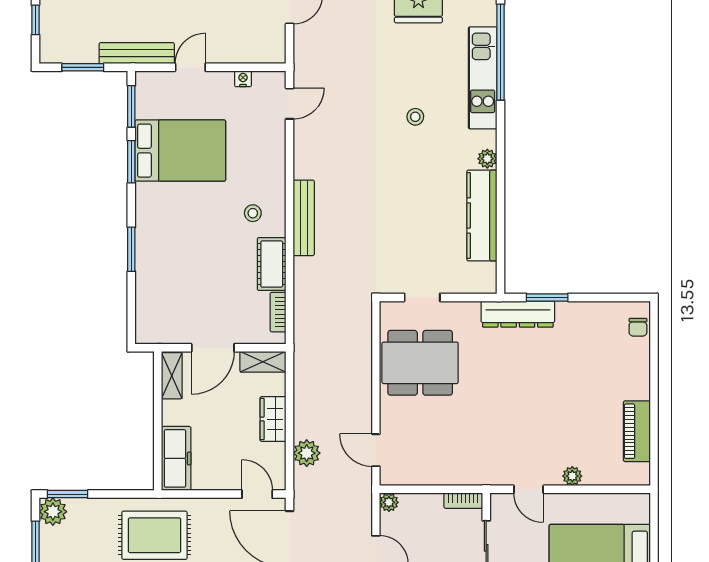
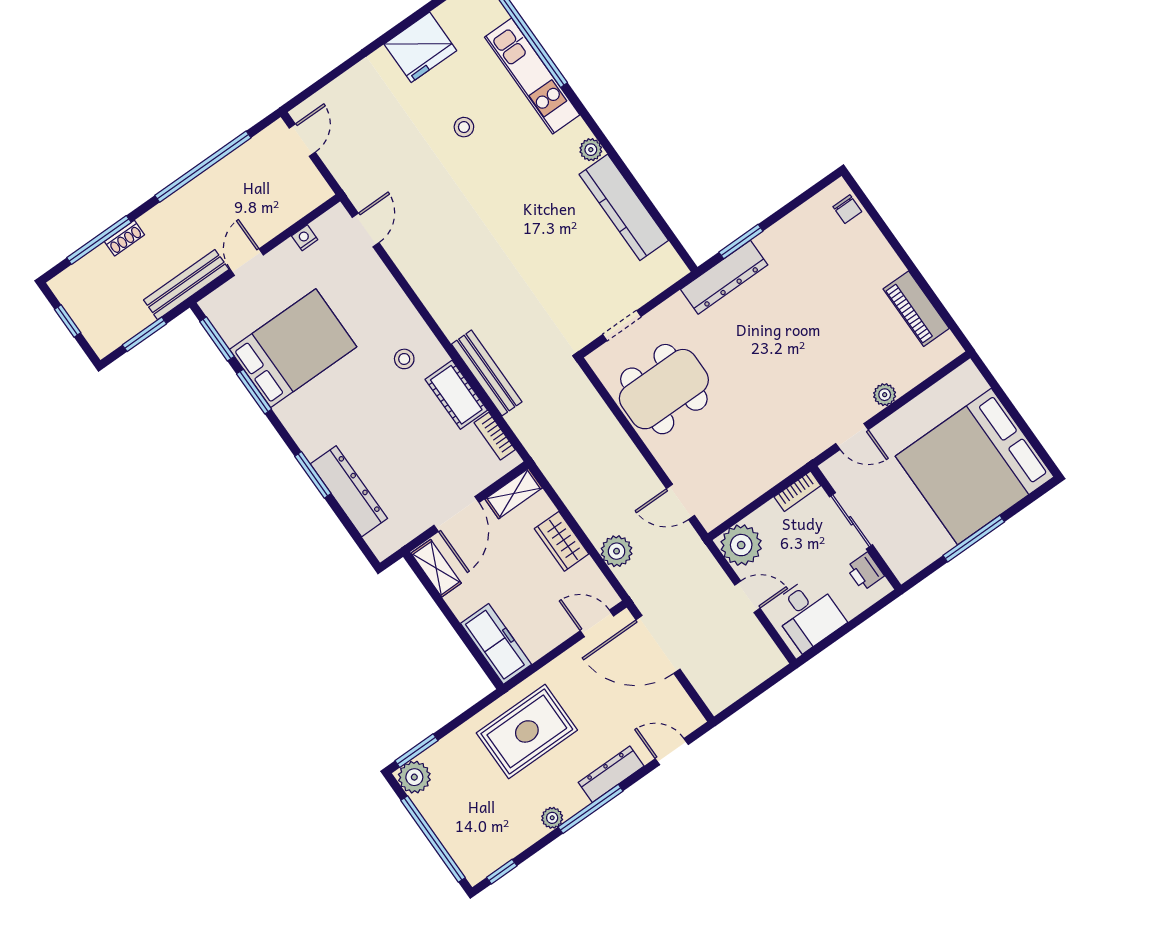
stool: (415, 117) -> (464, 127), moved
bench: (304, 218) -> (487, 373), moved
dresser: (149, 279) -> (349, 491), added
plant: (389, 502) -> (741, 545), width x1.88, depth x1.88

